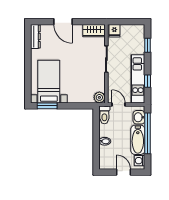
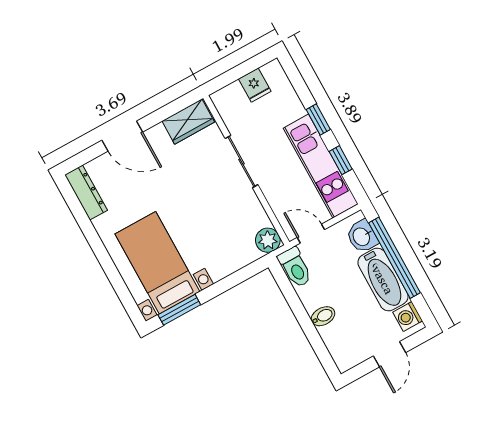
fridge: (114, 31) -> (255, 85), moved
window: (148, 45) -> (318, 119), moved
door: (124, 172) -> (389, 354), swing flipped

